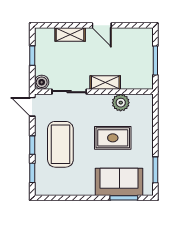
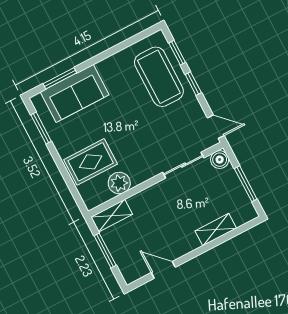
door: (102, 25) -> (163, 270), moved
window: (32, 56) -> (246, 184), width x1.50
shelving: (105, 82) -> (112, 216), moved
rug: (113, 138) -> (91, 162), moved
coffee table: (60, 144) -> (159, 77), moved

